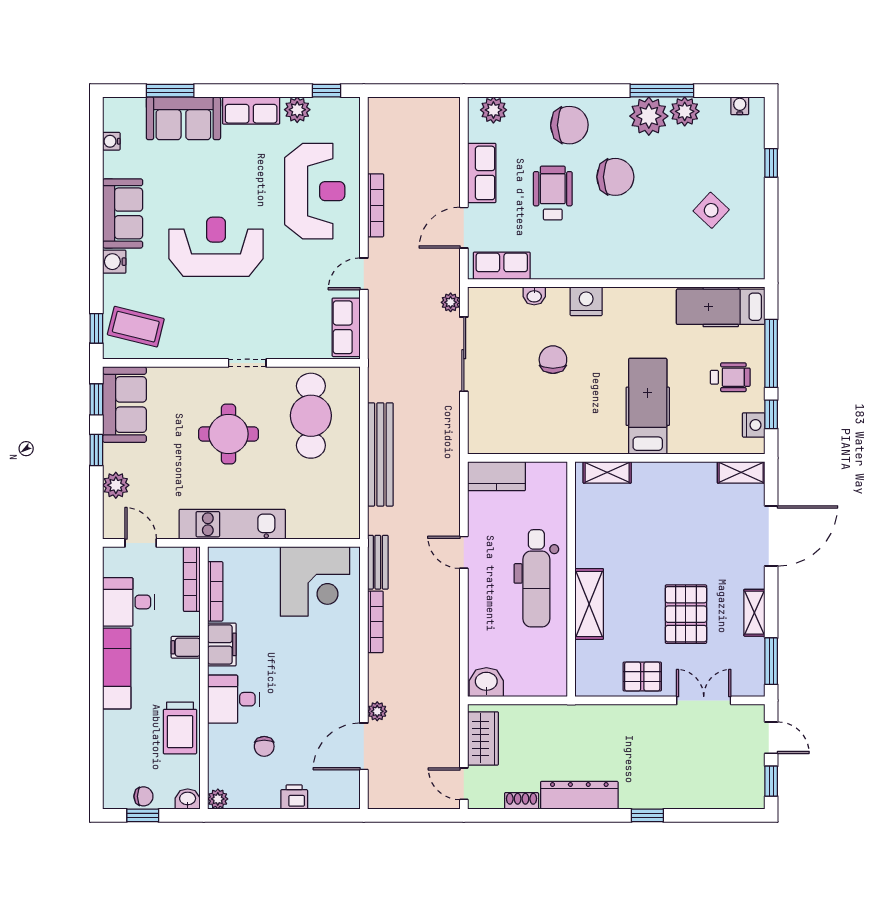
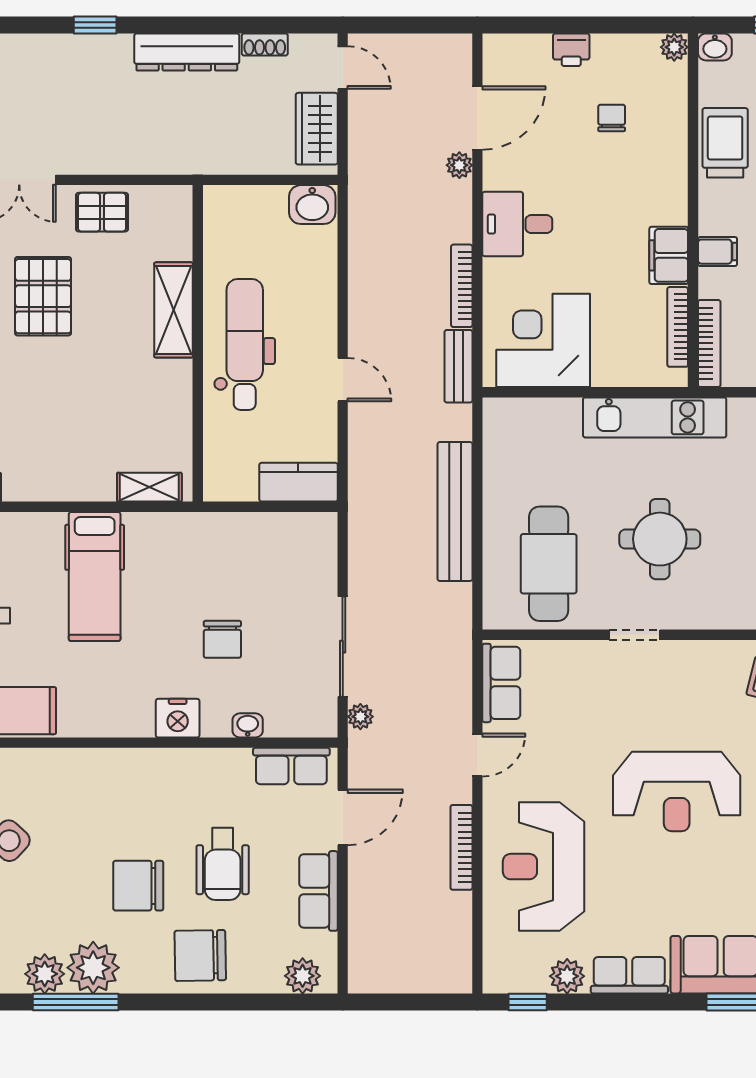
desk: (233, 699) -> (517, 224), moved, turned 180

